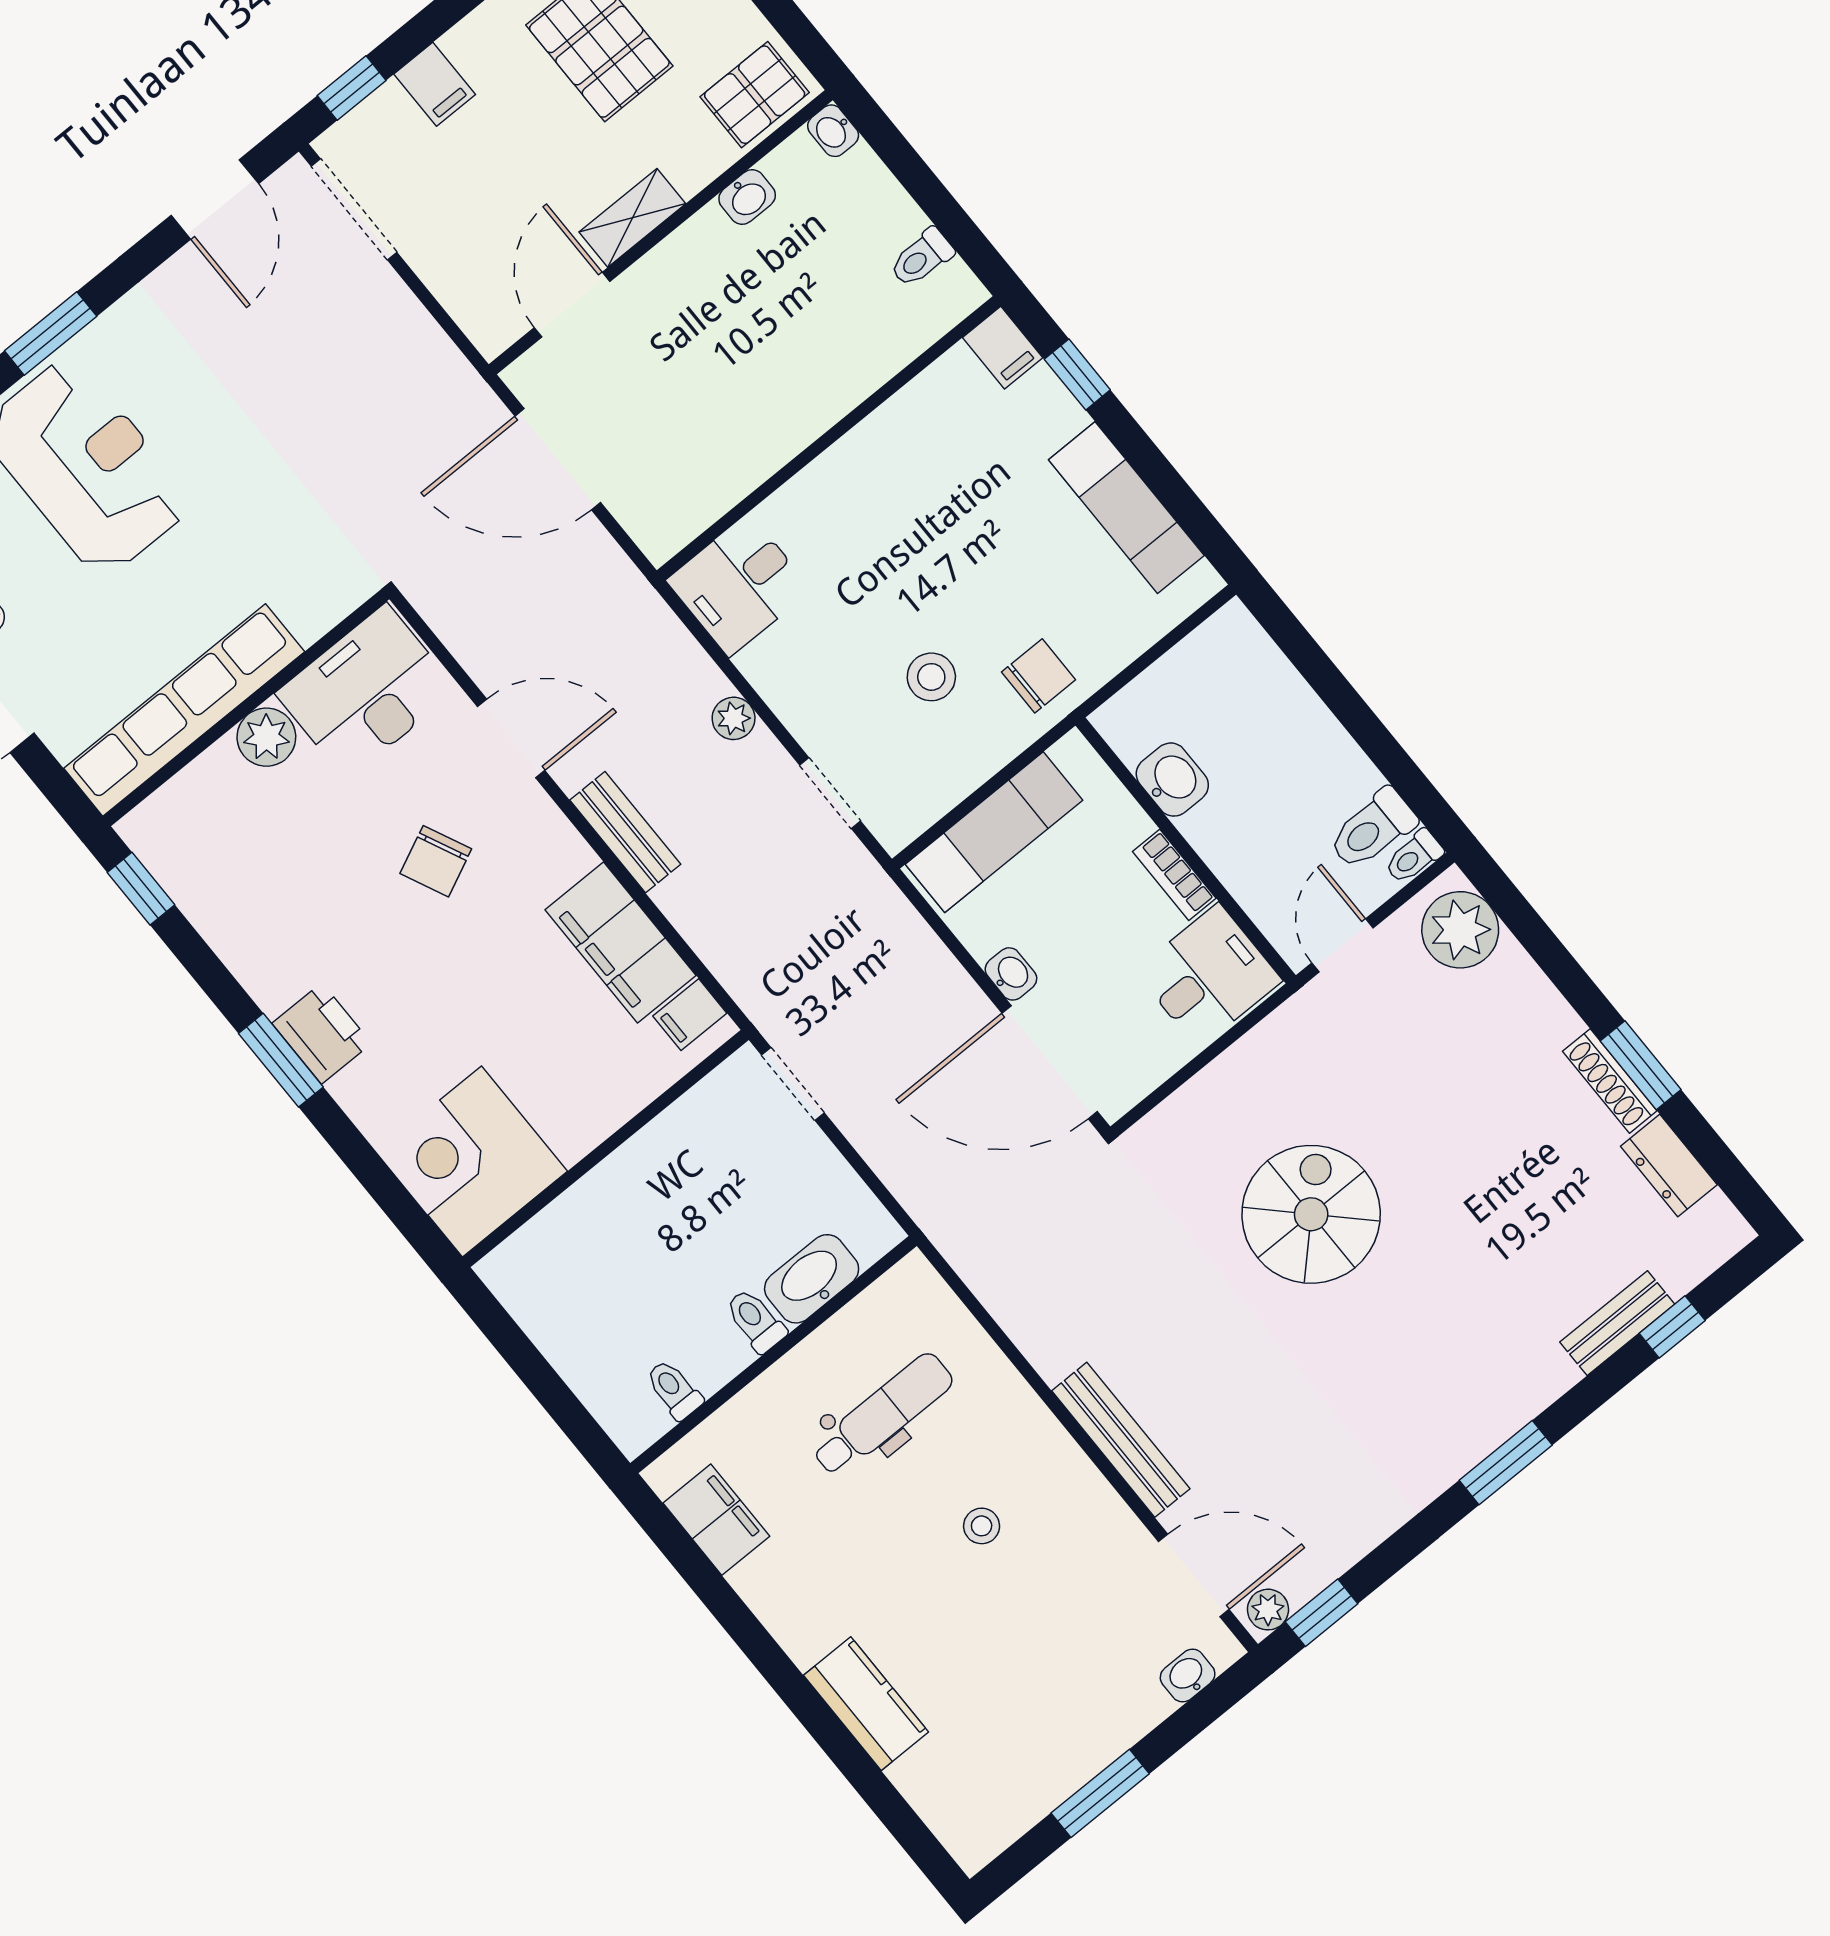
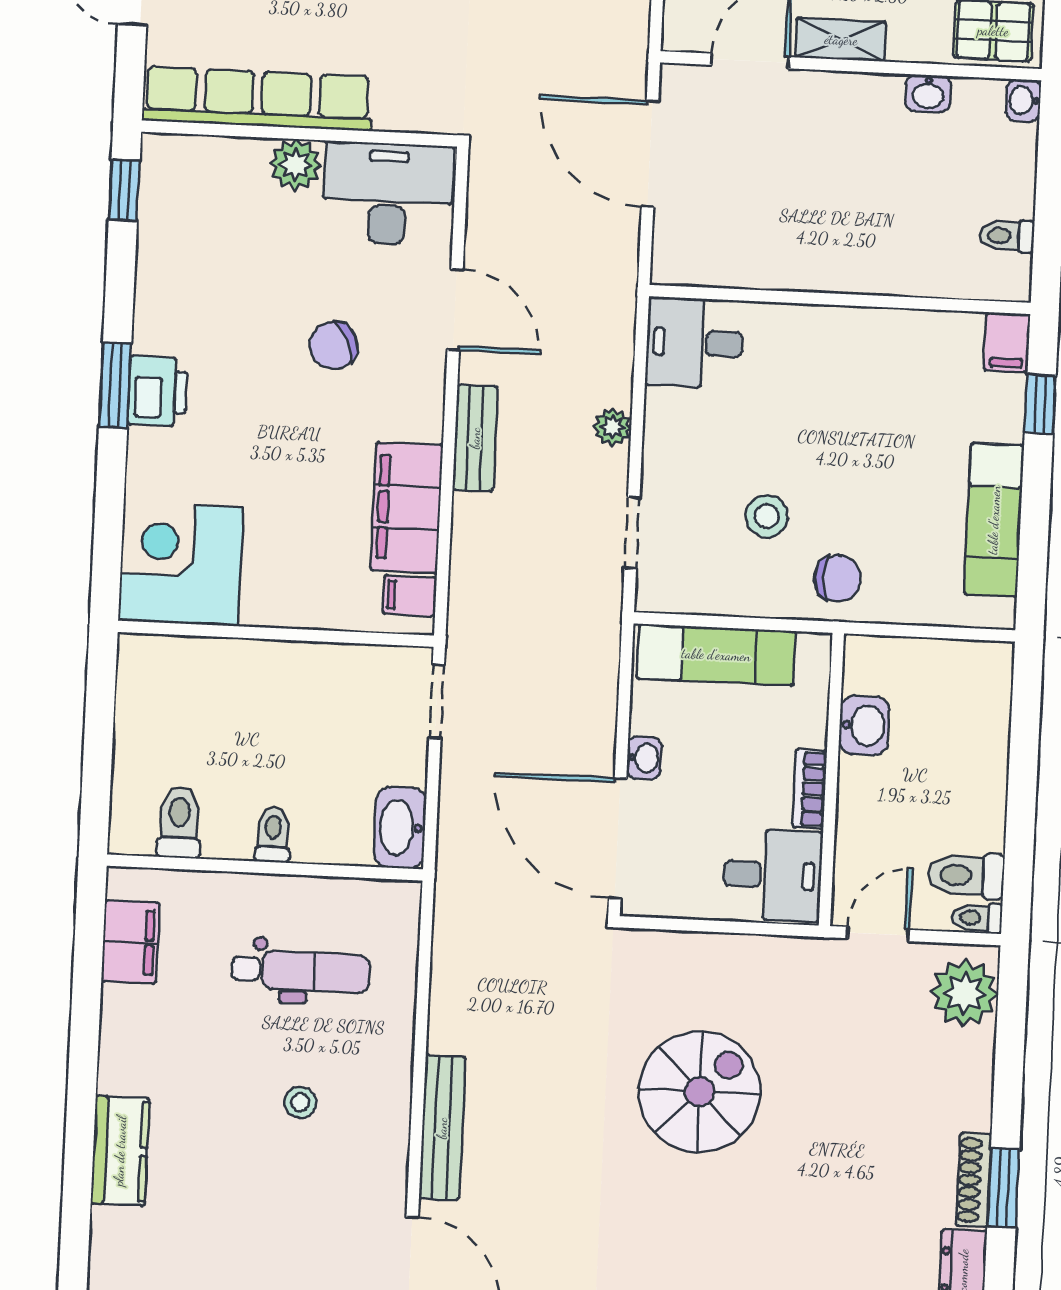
washbasin: (812, 1279) -> (400, 827), moved, turned -90
toilet: (674, 1390) -> (179, 822), width x1.37, depth x1.39

